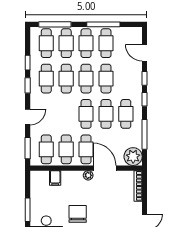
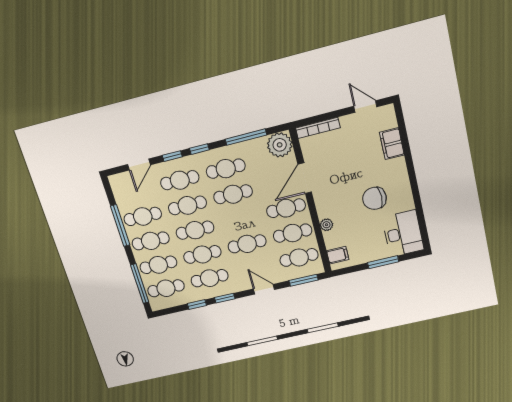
cafe table: (126, 79) -> (180, 180), added
cafe table: (86, 114) -> (247, 244), moved
plant: (88, 175) -> (326, 225), moved
filing cabinet: (55, 178) -> (338, 255), moved

